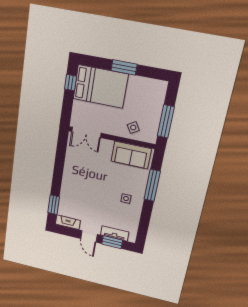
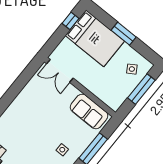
window: (166, 121) -> (141, 89), moved
side table: (133, 128) -> (132, 69), moved

